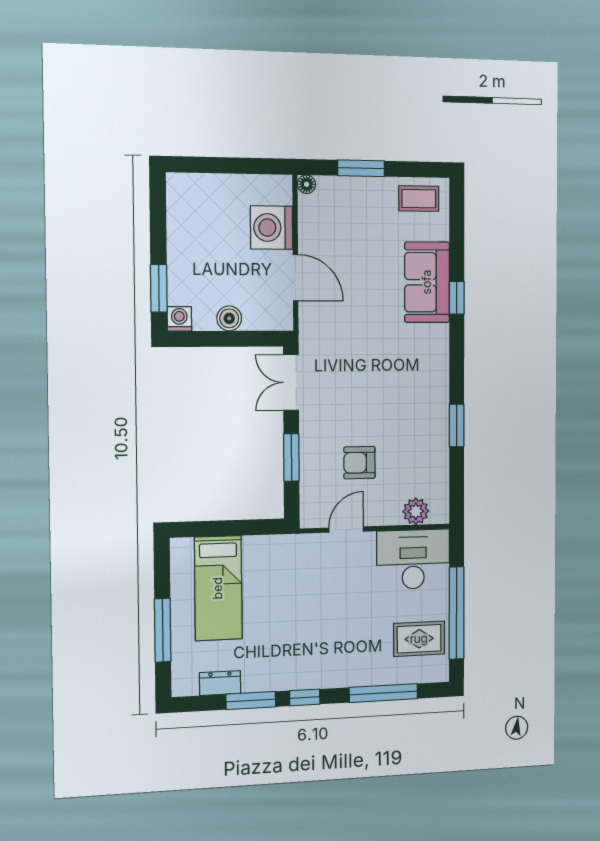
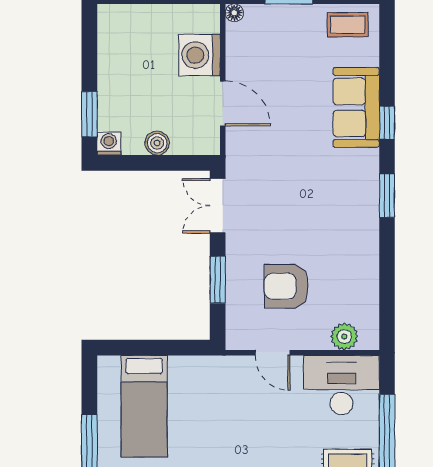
window: (457, 425) -> (387, 196), moved
armchair: (359, 463) -> (286, 286), width x1.38, depth x1.38
door: (346, 530) -> (272, 353), swing flipped

